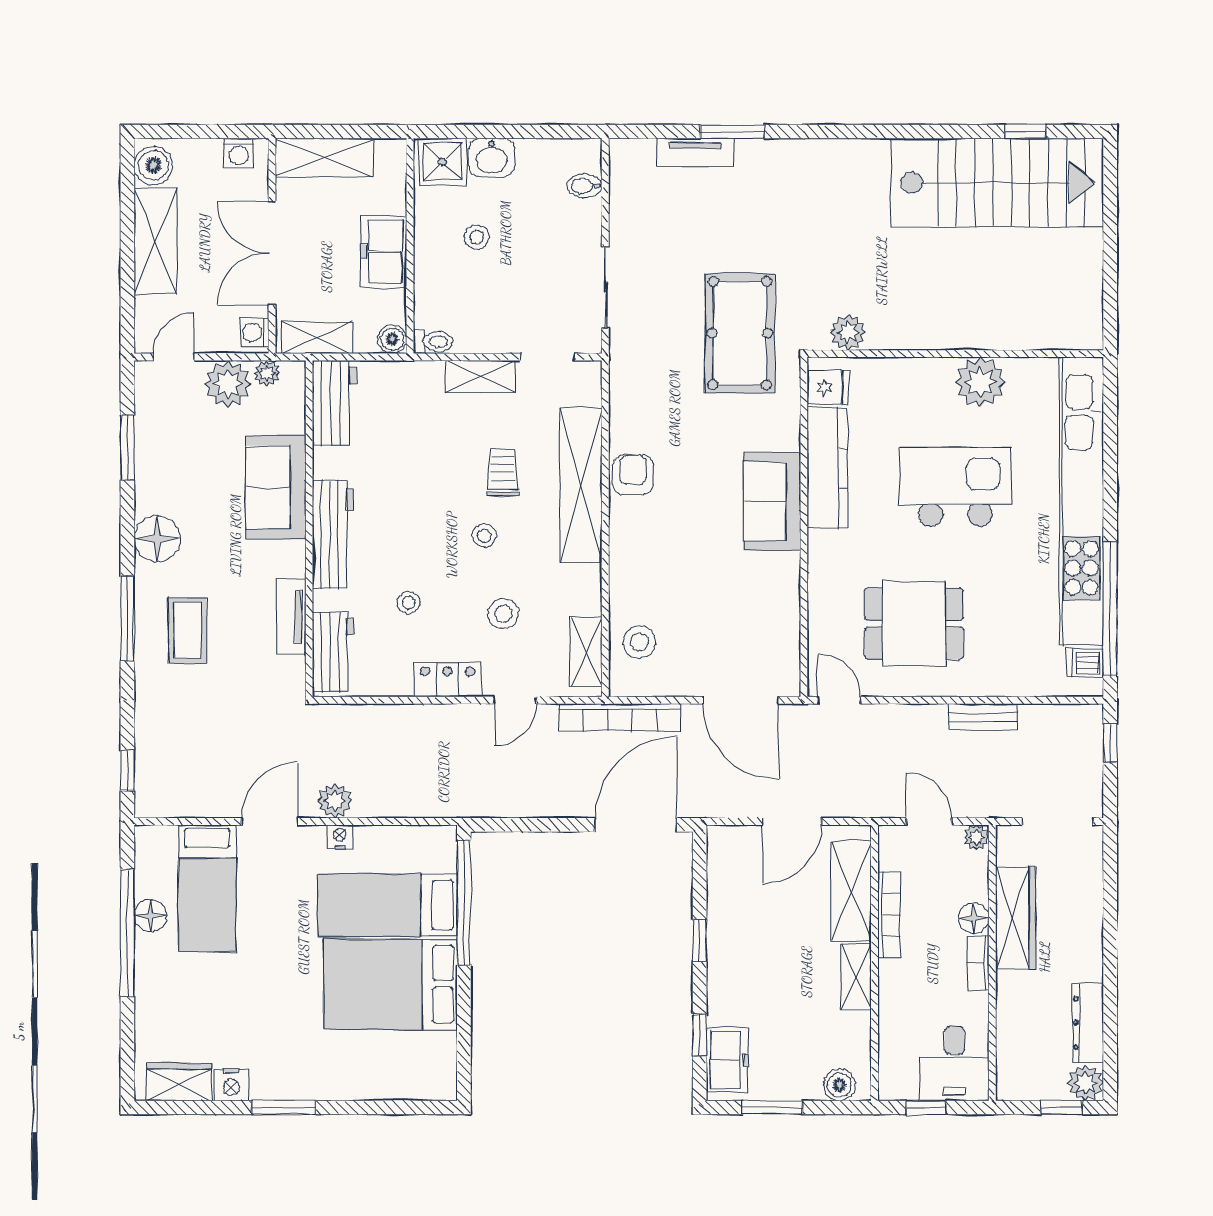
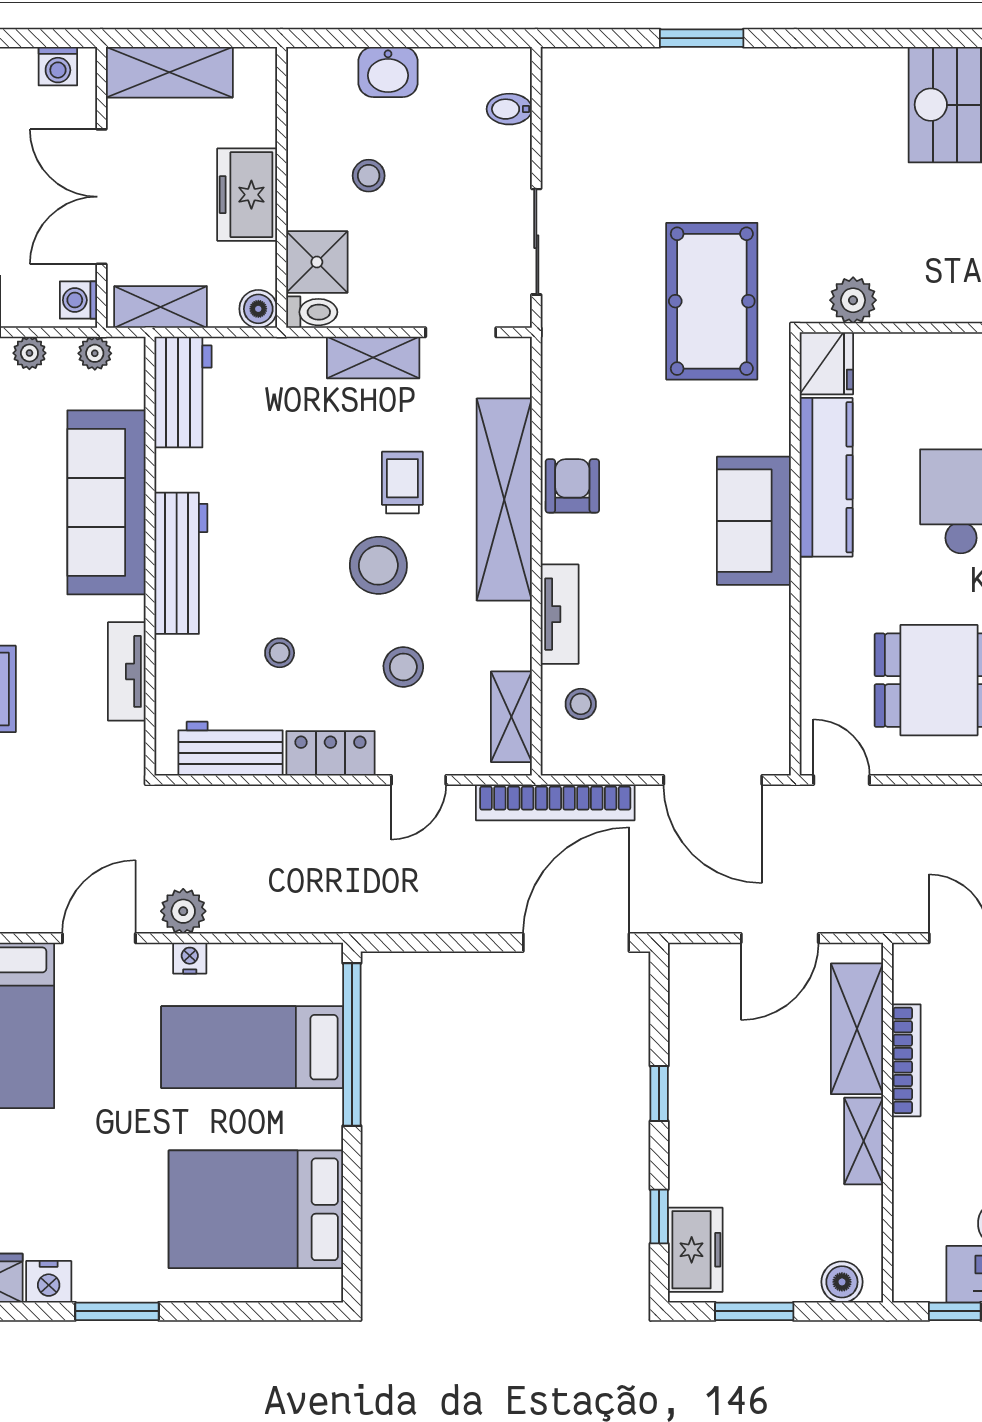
tv unit: (695, 153) -> (560, 614), moved, turned -90
shower: (443, 162) -> (317, 262), moved
plant: (228, 384) -> (29, 353), width x0.53, depth x0.53
fridge: (828, 387) -> (826, 363), width x1.38
sofa: (276, 487) -> (106, 502), width x1.36
stool: (484, 536) -> (378, 565), width x1.89, depth x1.89
stool: (639, 642) -> (581, 704), width x0.73, depth x0.73
workbench: (333, 652) -> (231, 749), moved, turned -90
bed: (390, 984) -> (256, 1209), moved

